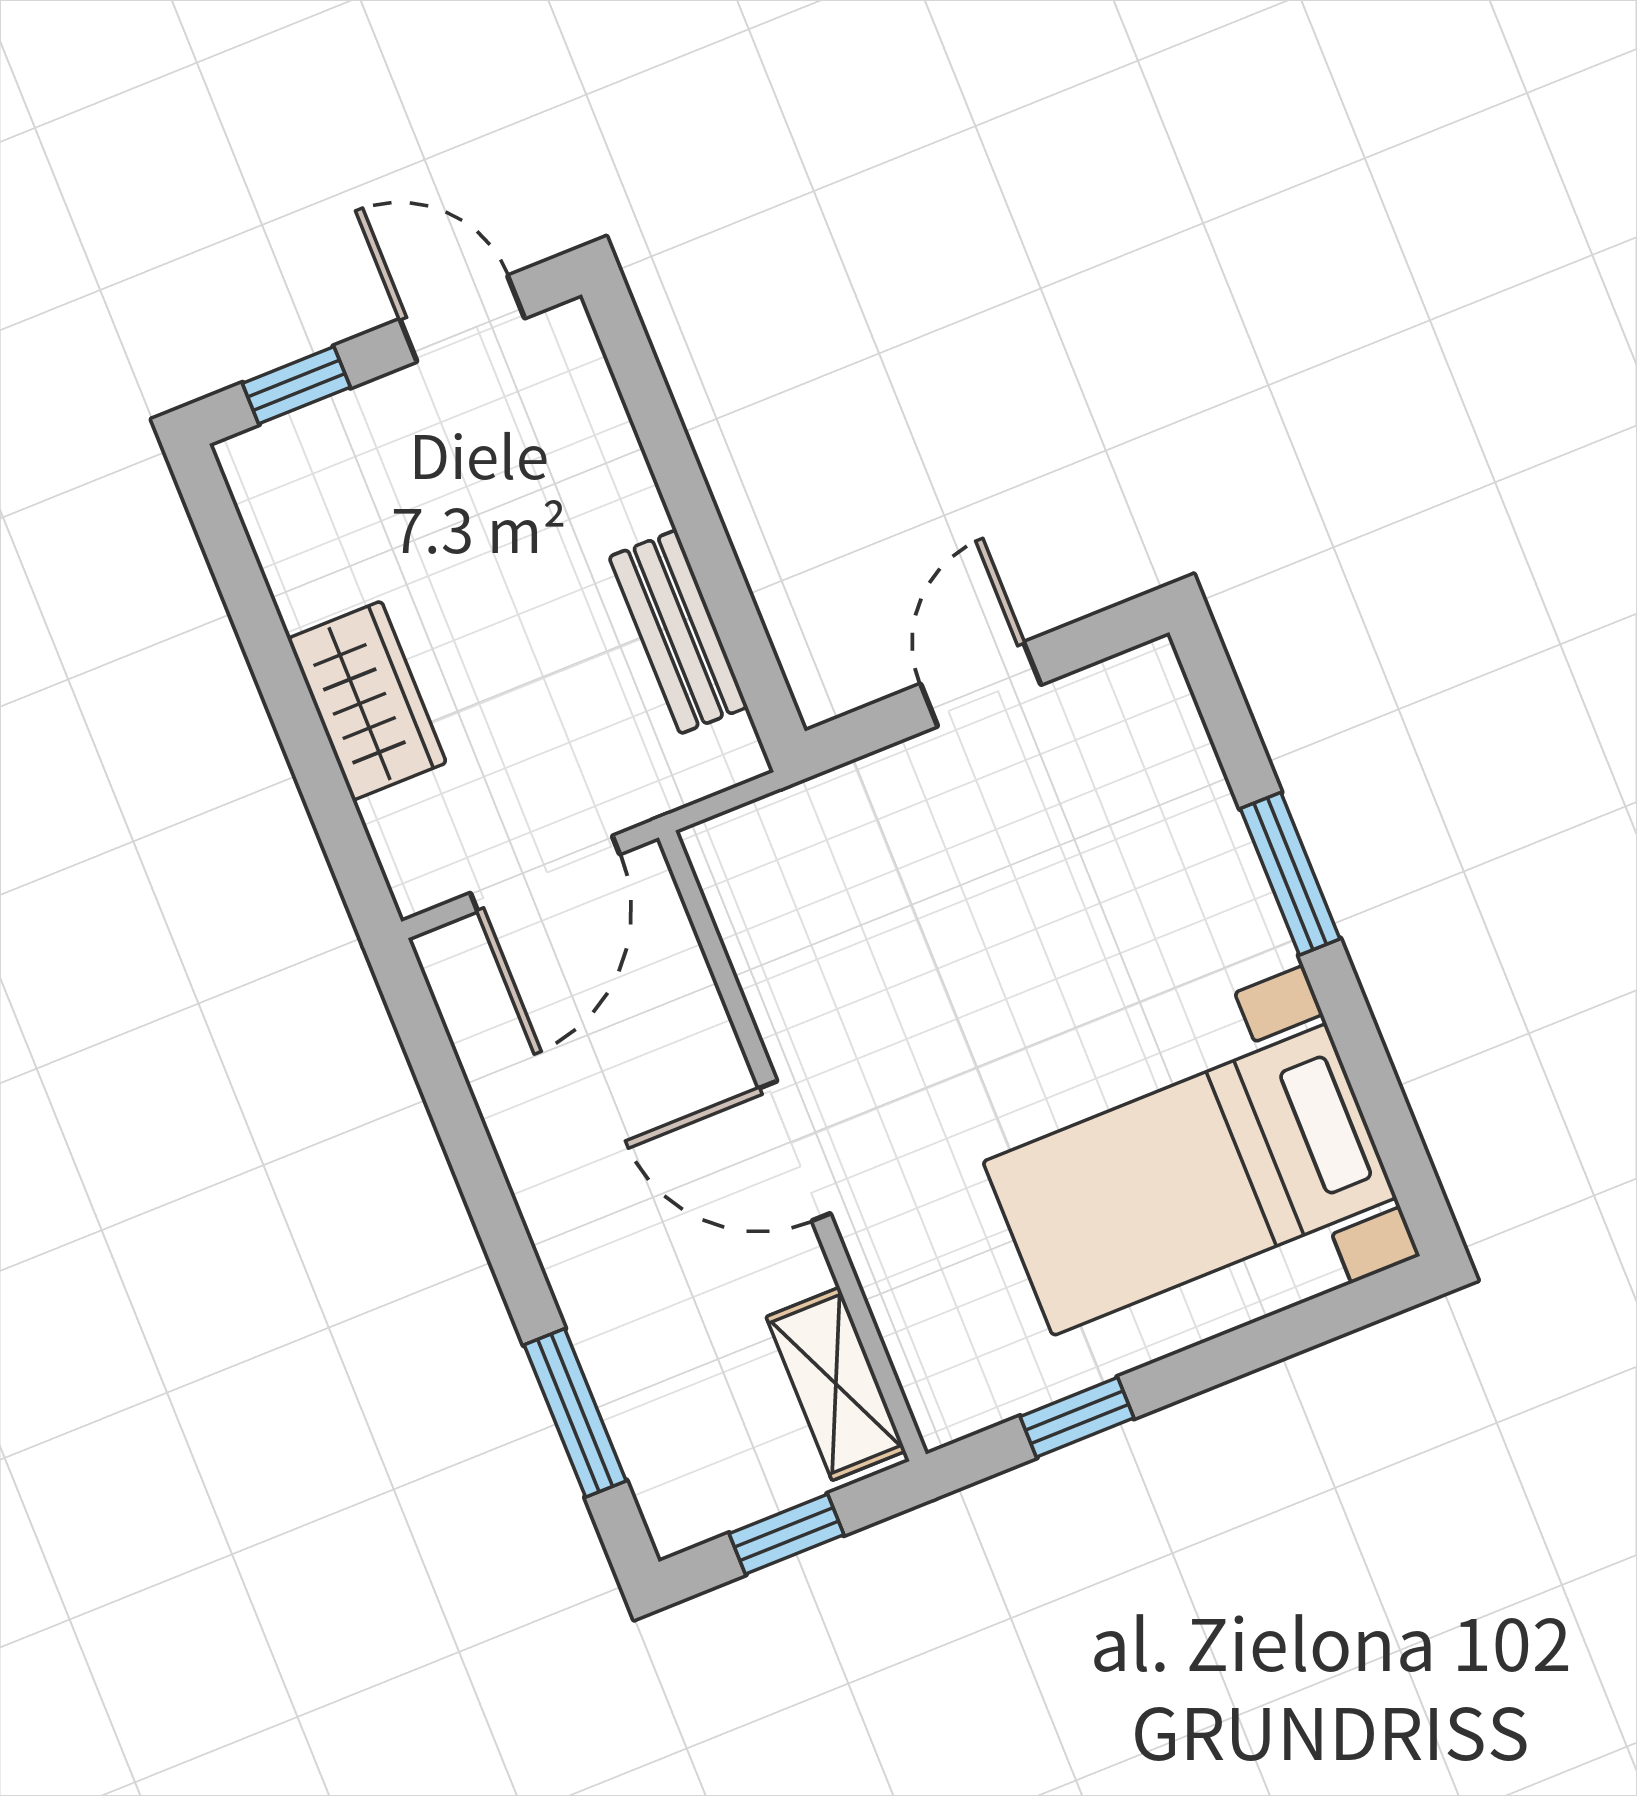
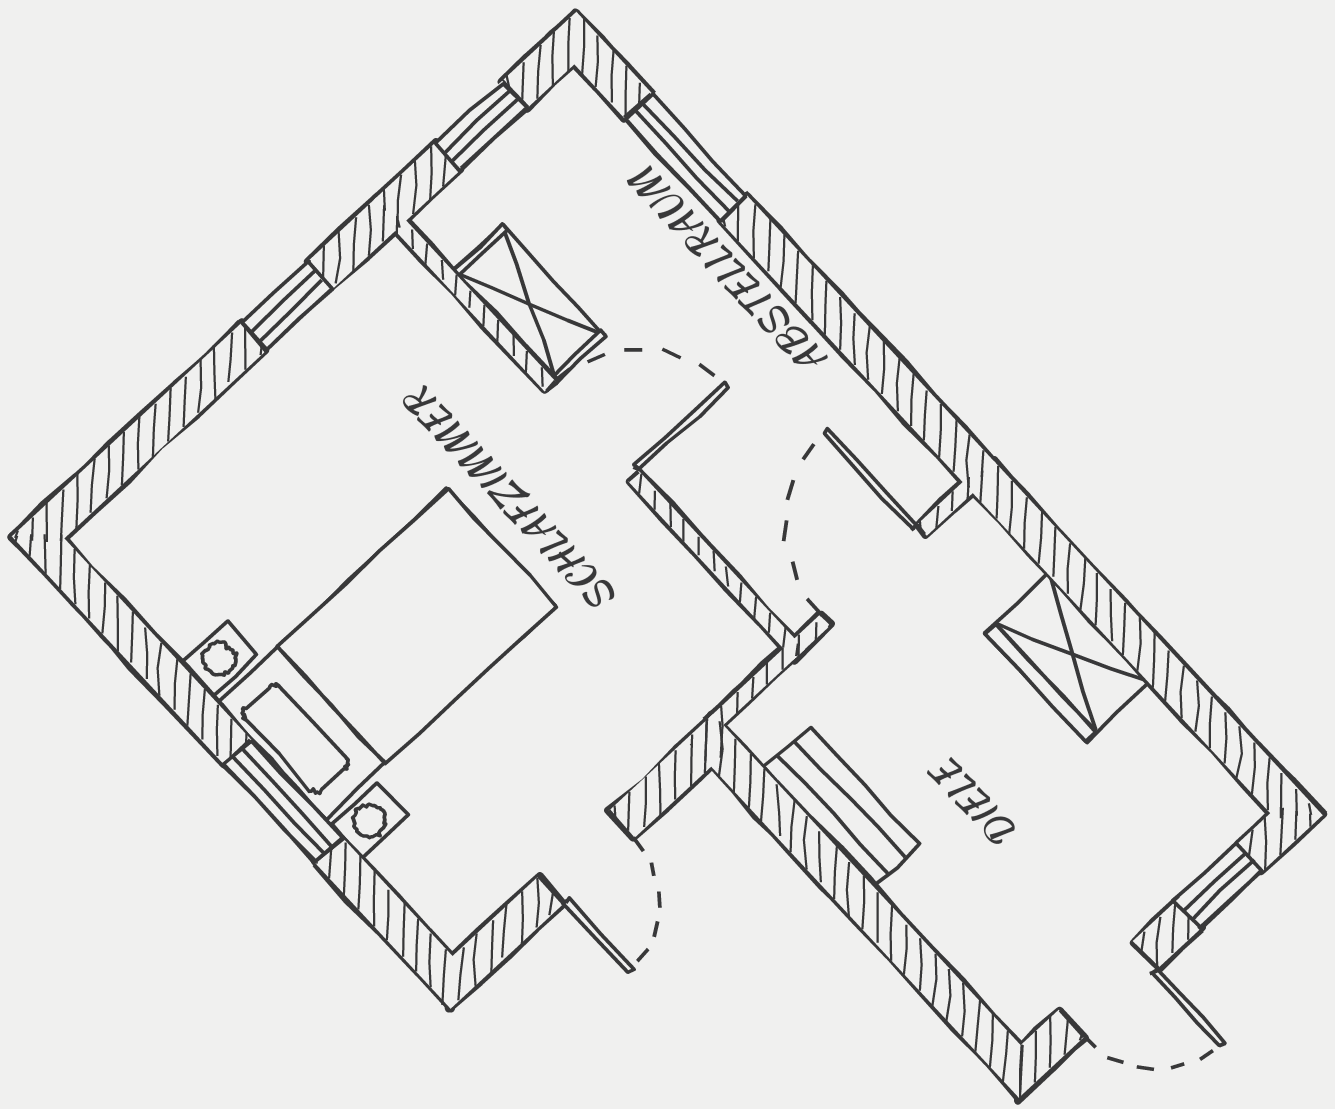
bed with nightstands: (1190, 1180) -> (386, 654), moved
shelving: (836, 1384) -> (529, 303), moved

